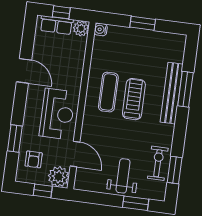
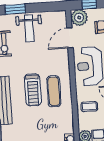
coffee table: (68, 64) -> (89, 106), added
door: (75, 154) -> (70, 38), hinge flipped

